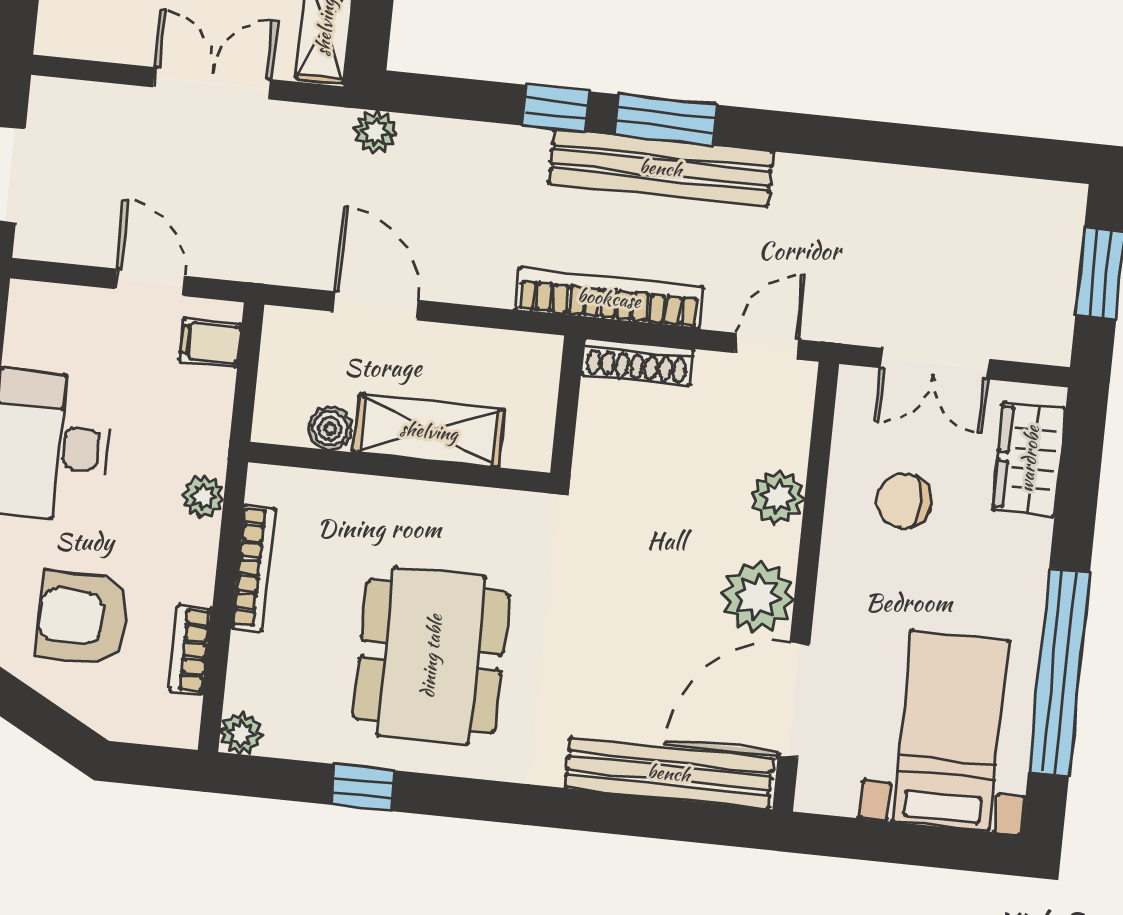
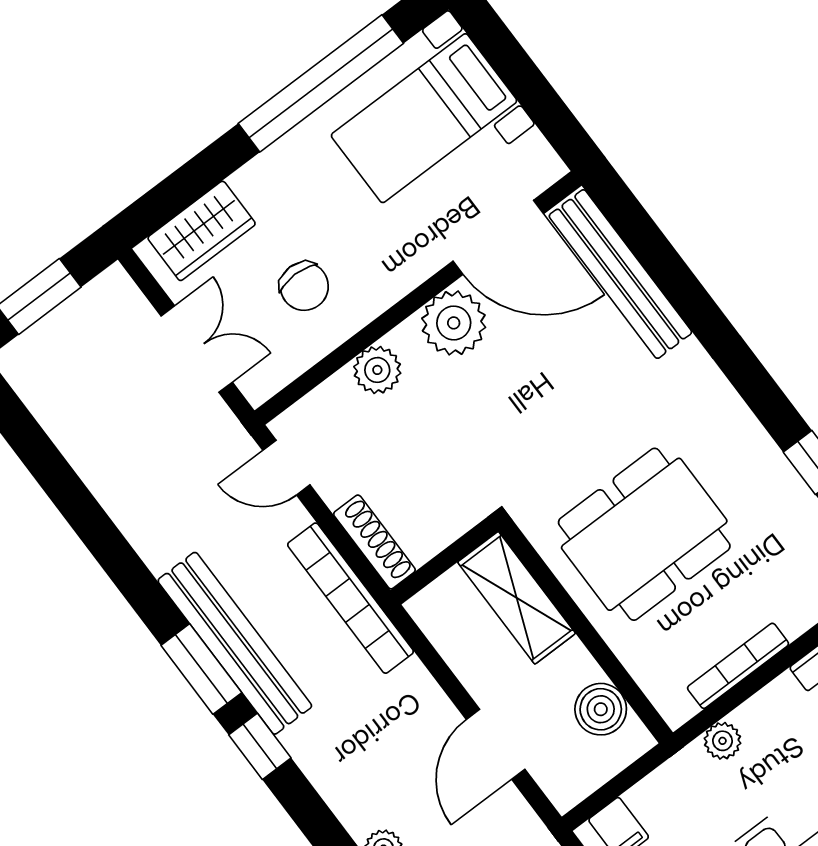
boiler: (330, 429) -> (601, 709), width x1.36, depth x1.36
shelving: (429, 431) -> (517, 598), moved
dining table: (431, 656) -> (644, 534), moved

